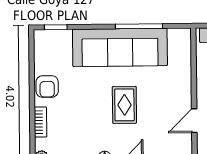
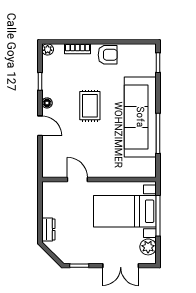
armchair: (47, 87) -> (108, 55), turned 180
rug: (124, 105) -> (90, 106), moved, turned 90

